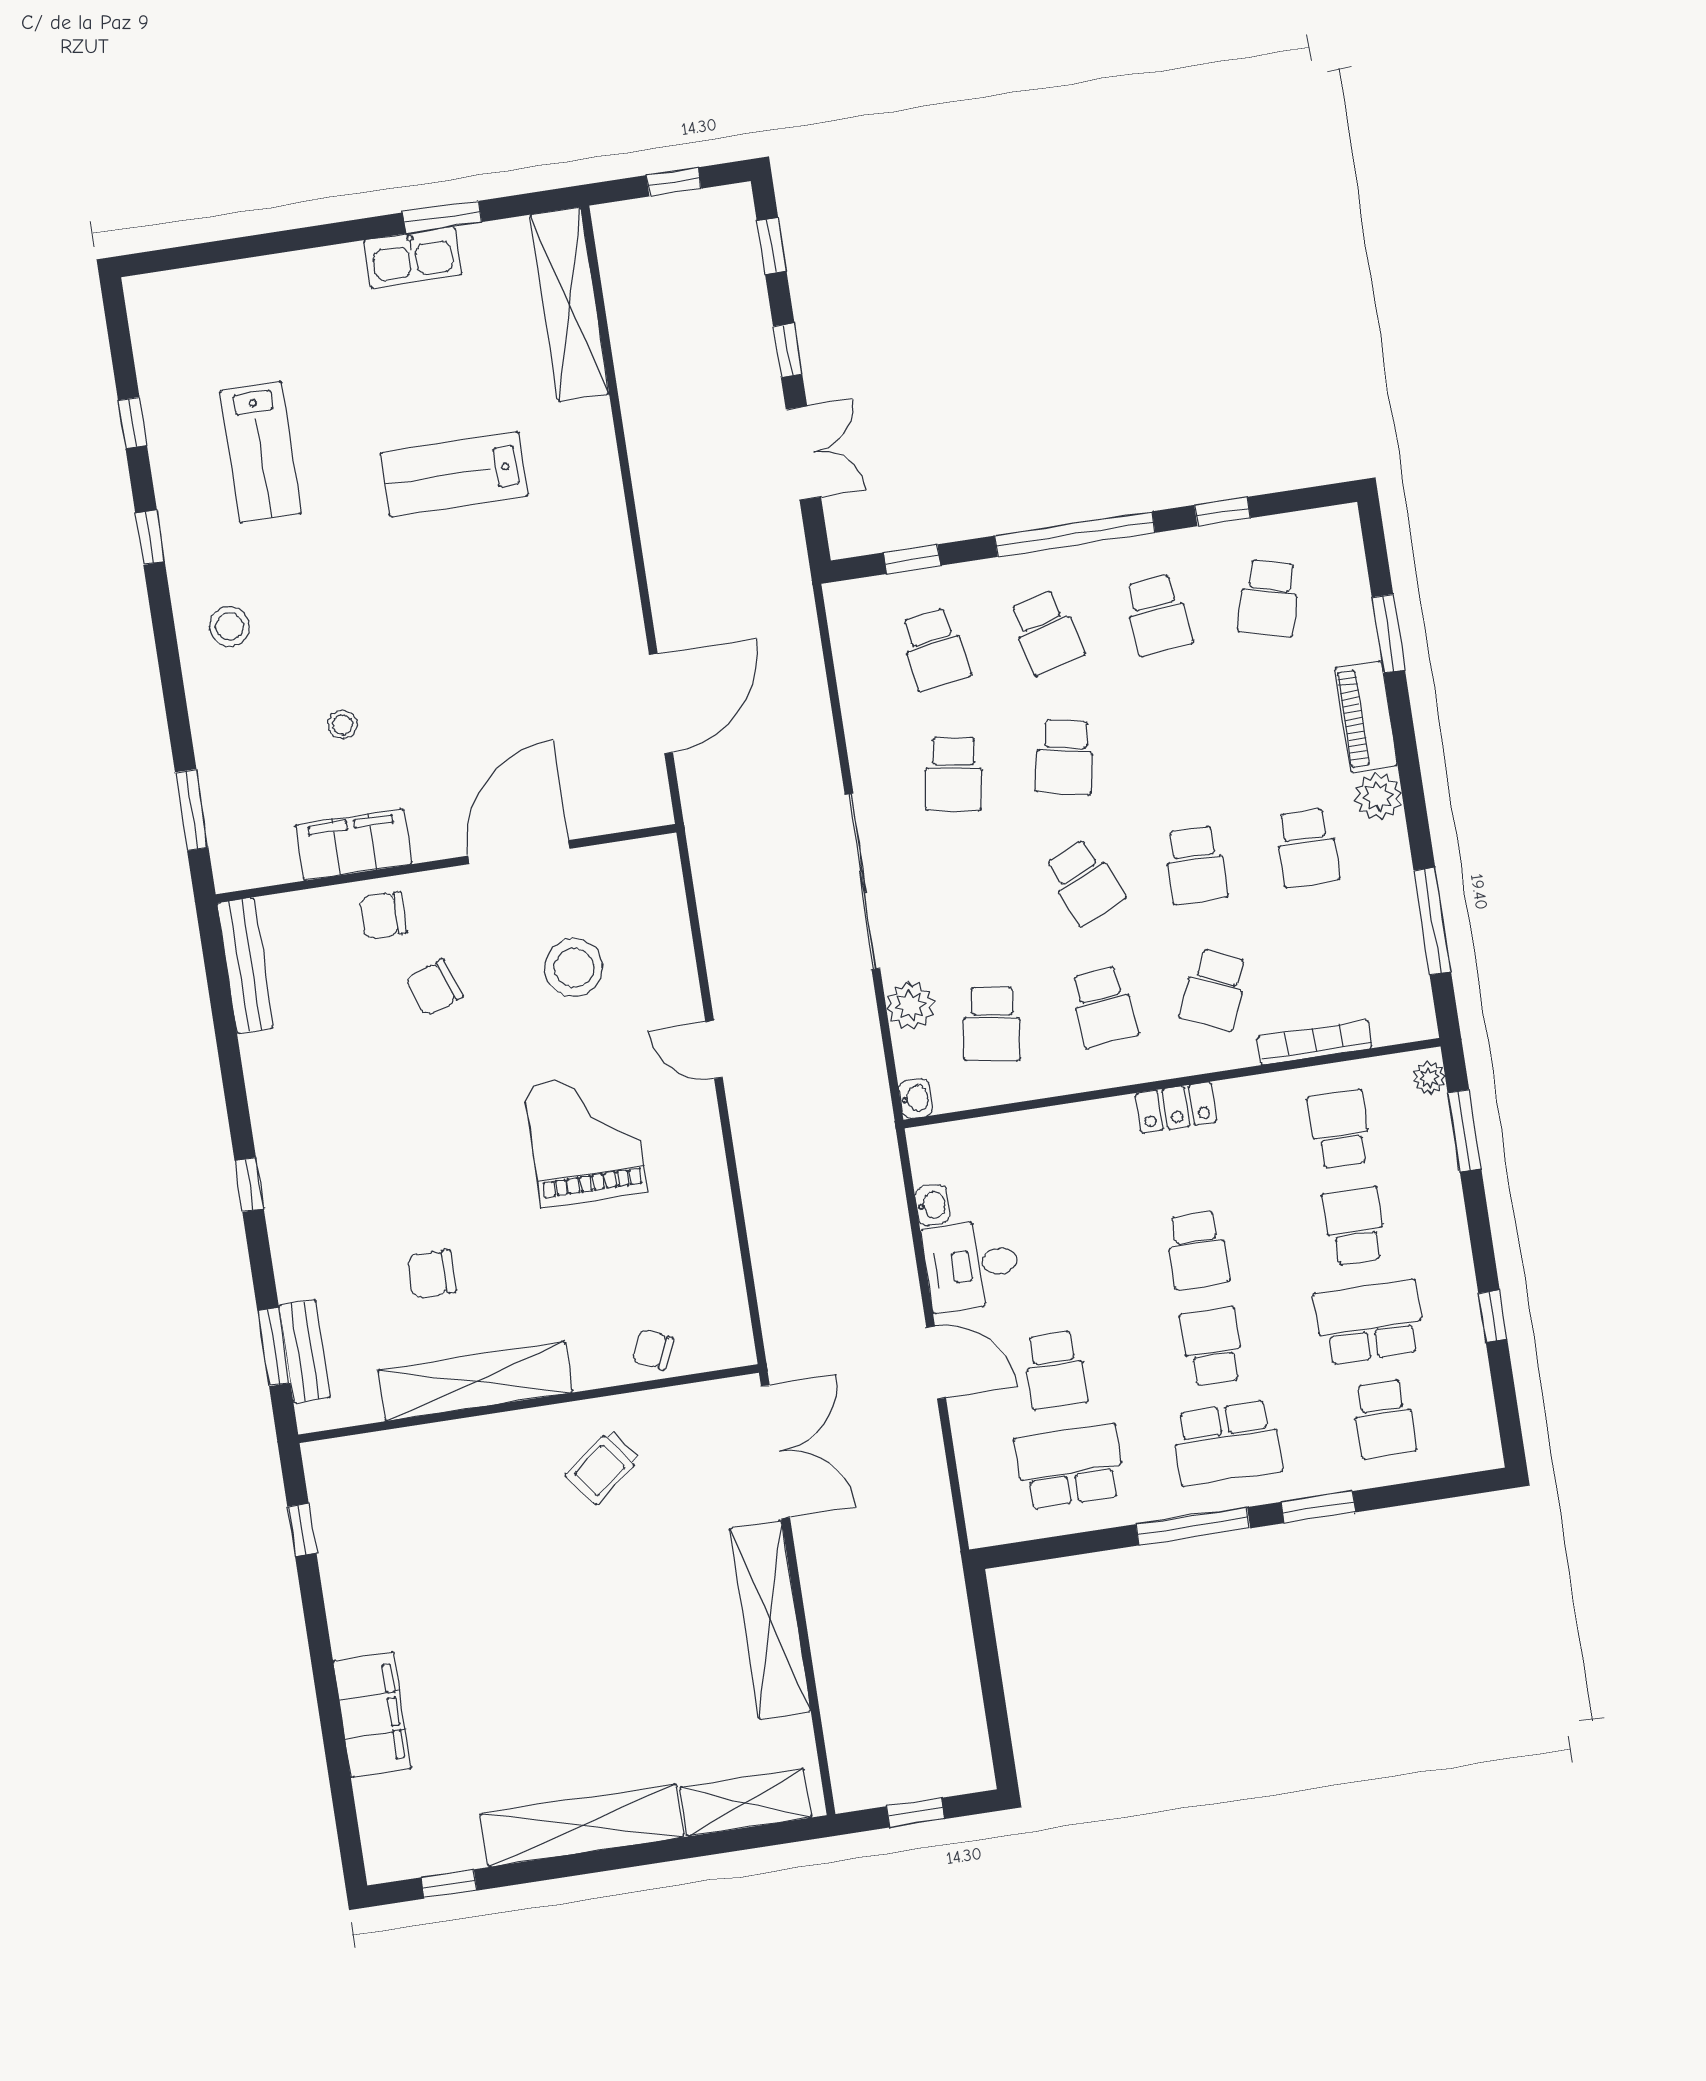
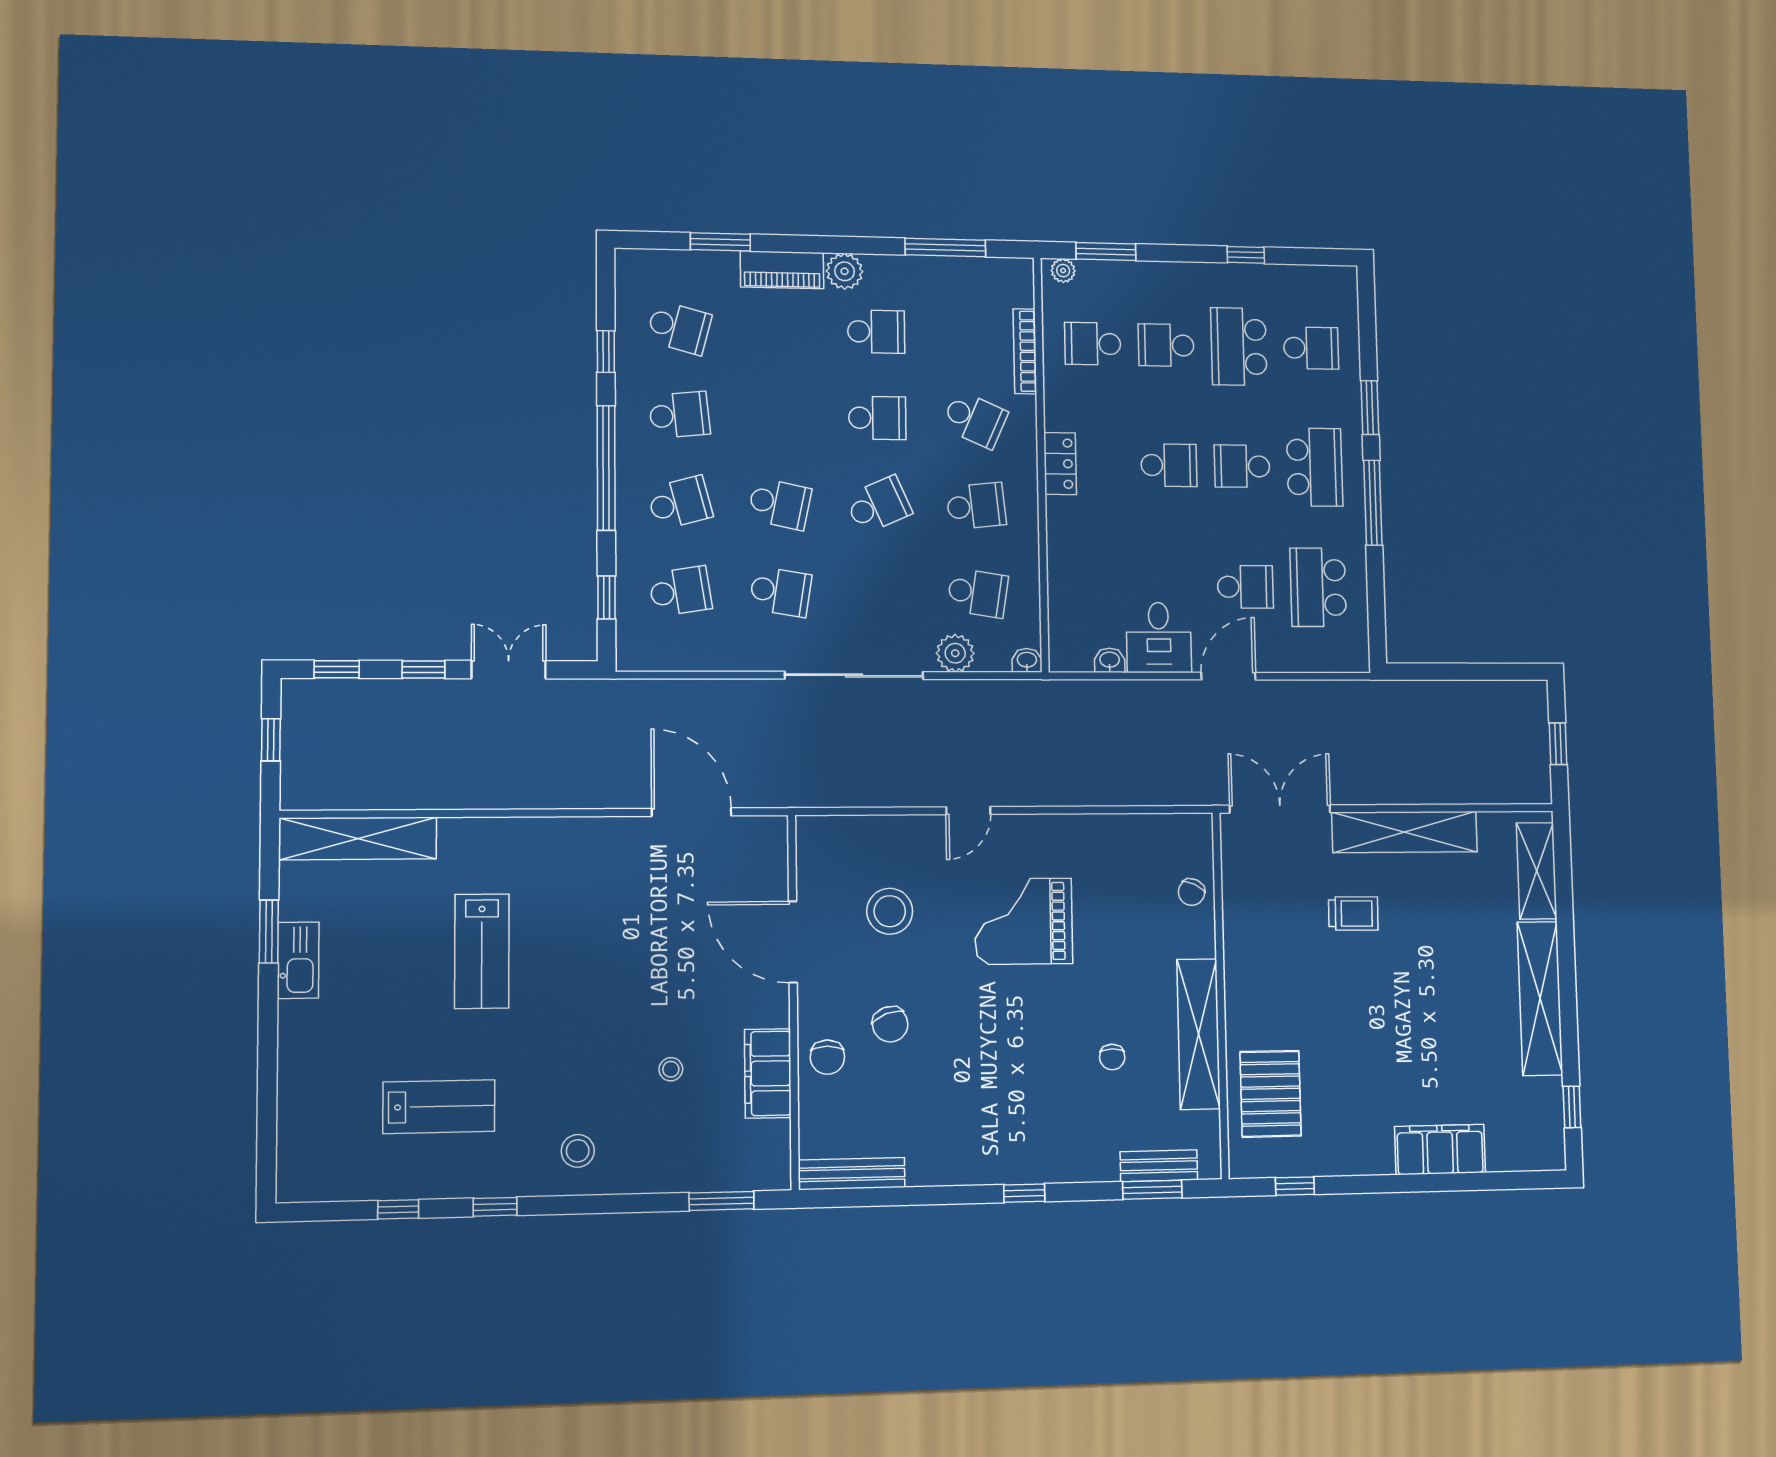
chair: (432, 1274) -> (1112, 1057), width x0.73, depth x0.73
trolley: (603, 1467) -> (1353, 913), moved, turned -52
pallet: (413, 1484) -> (1271, 1094), added

